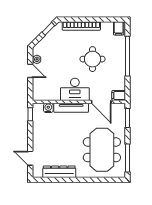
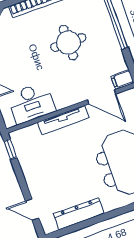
desk: (75, 89) -> (31, 103), moved
water cooler: (48, 108) -> (32, 132), removed

